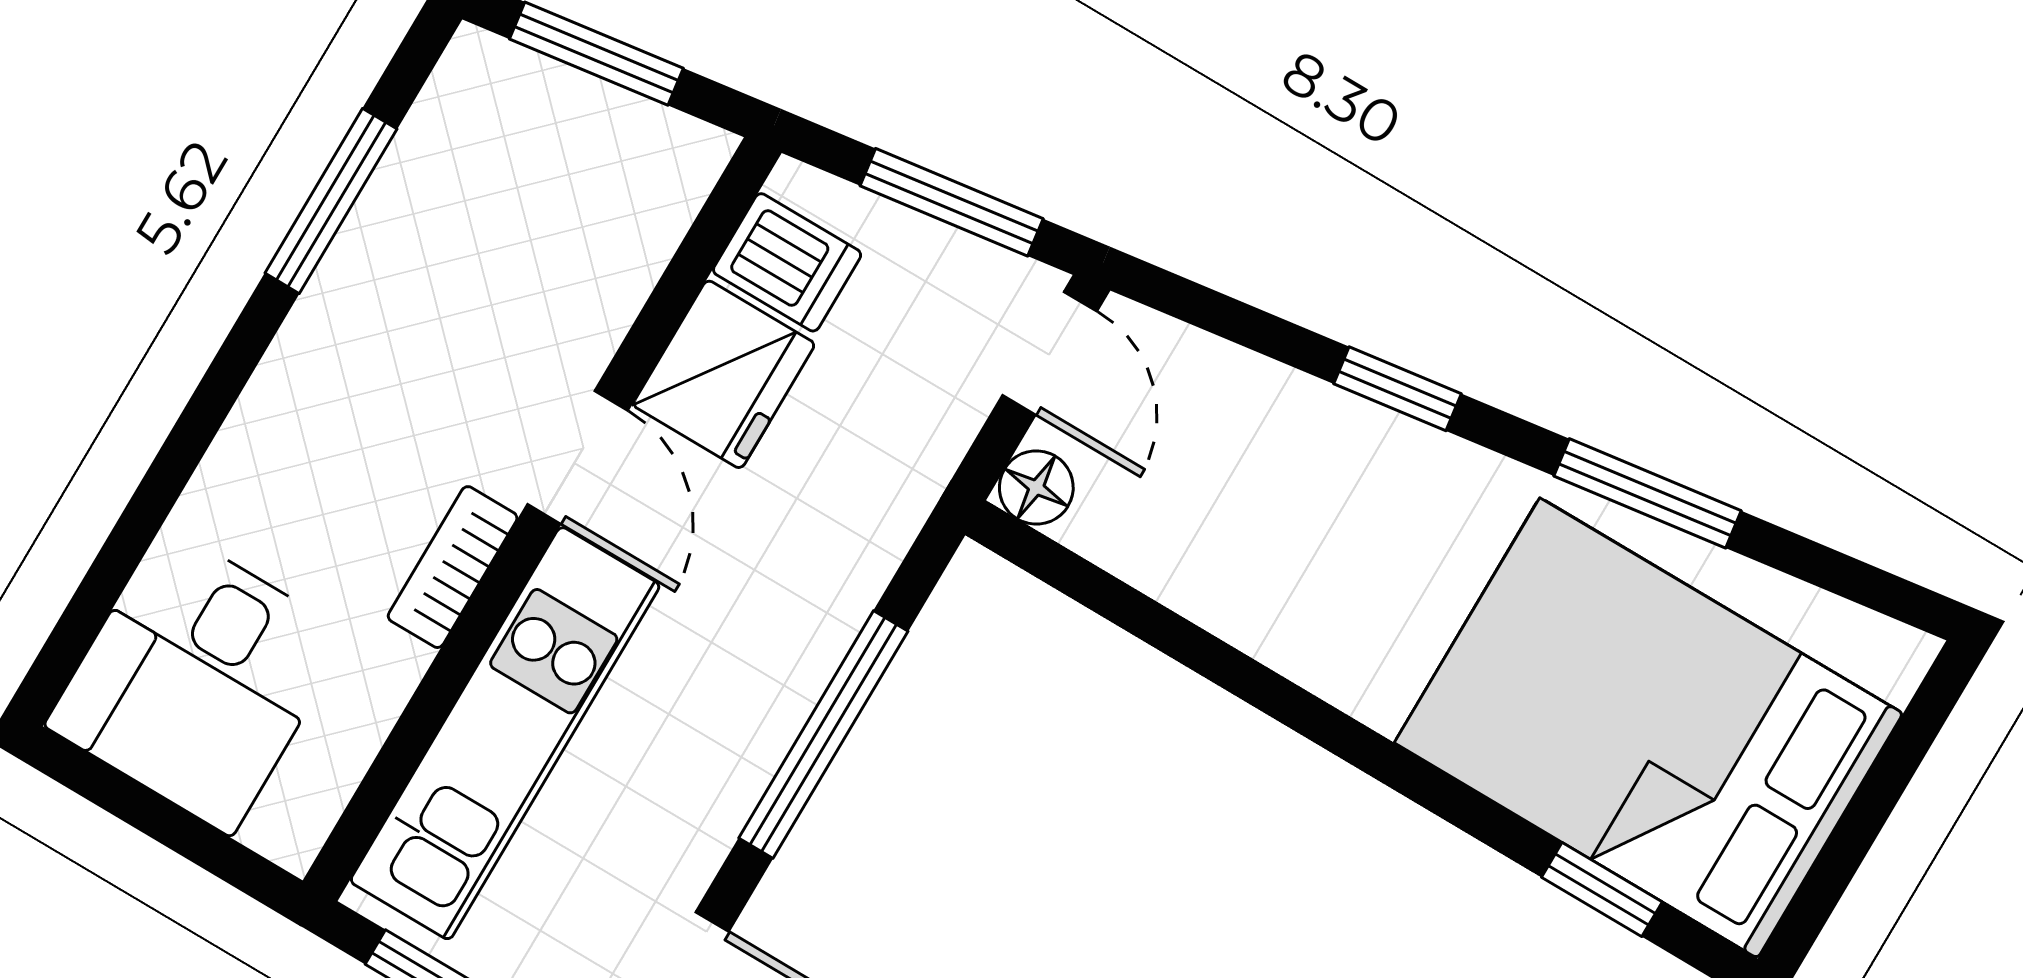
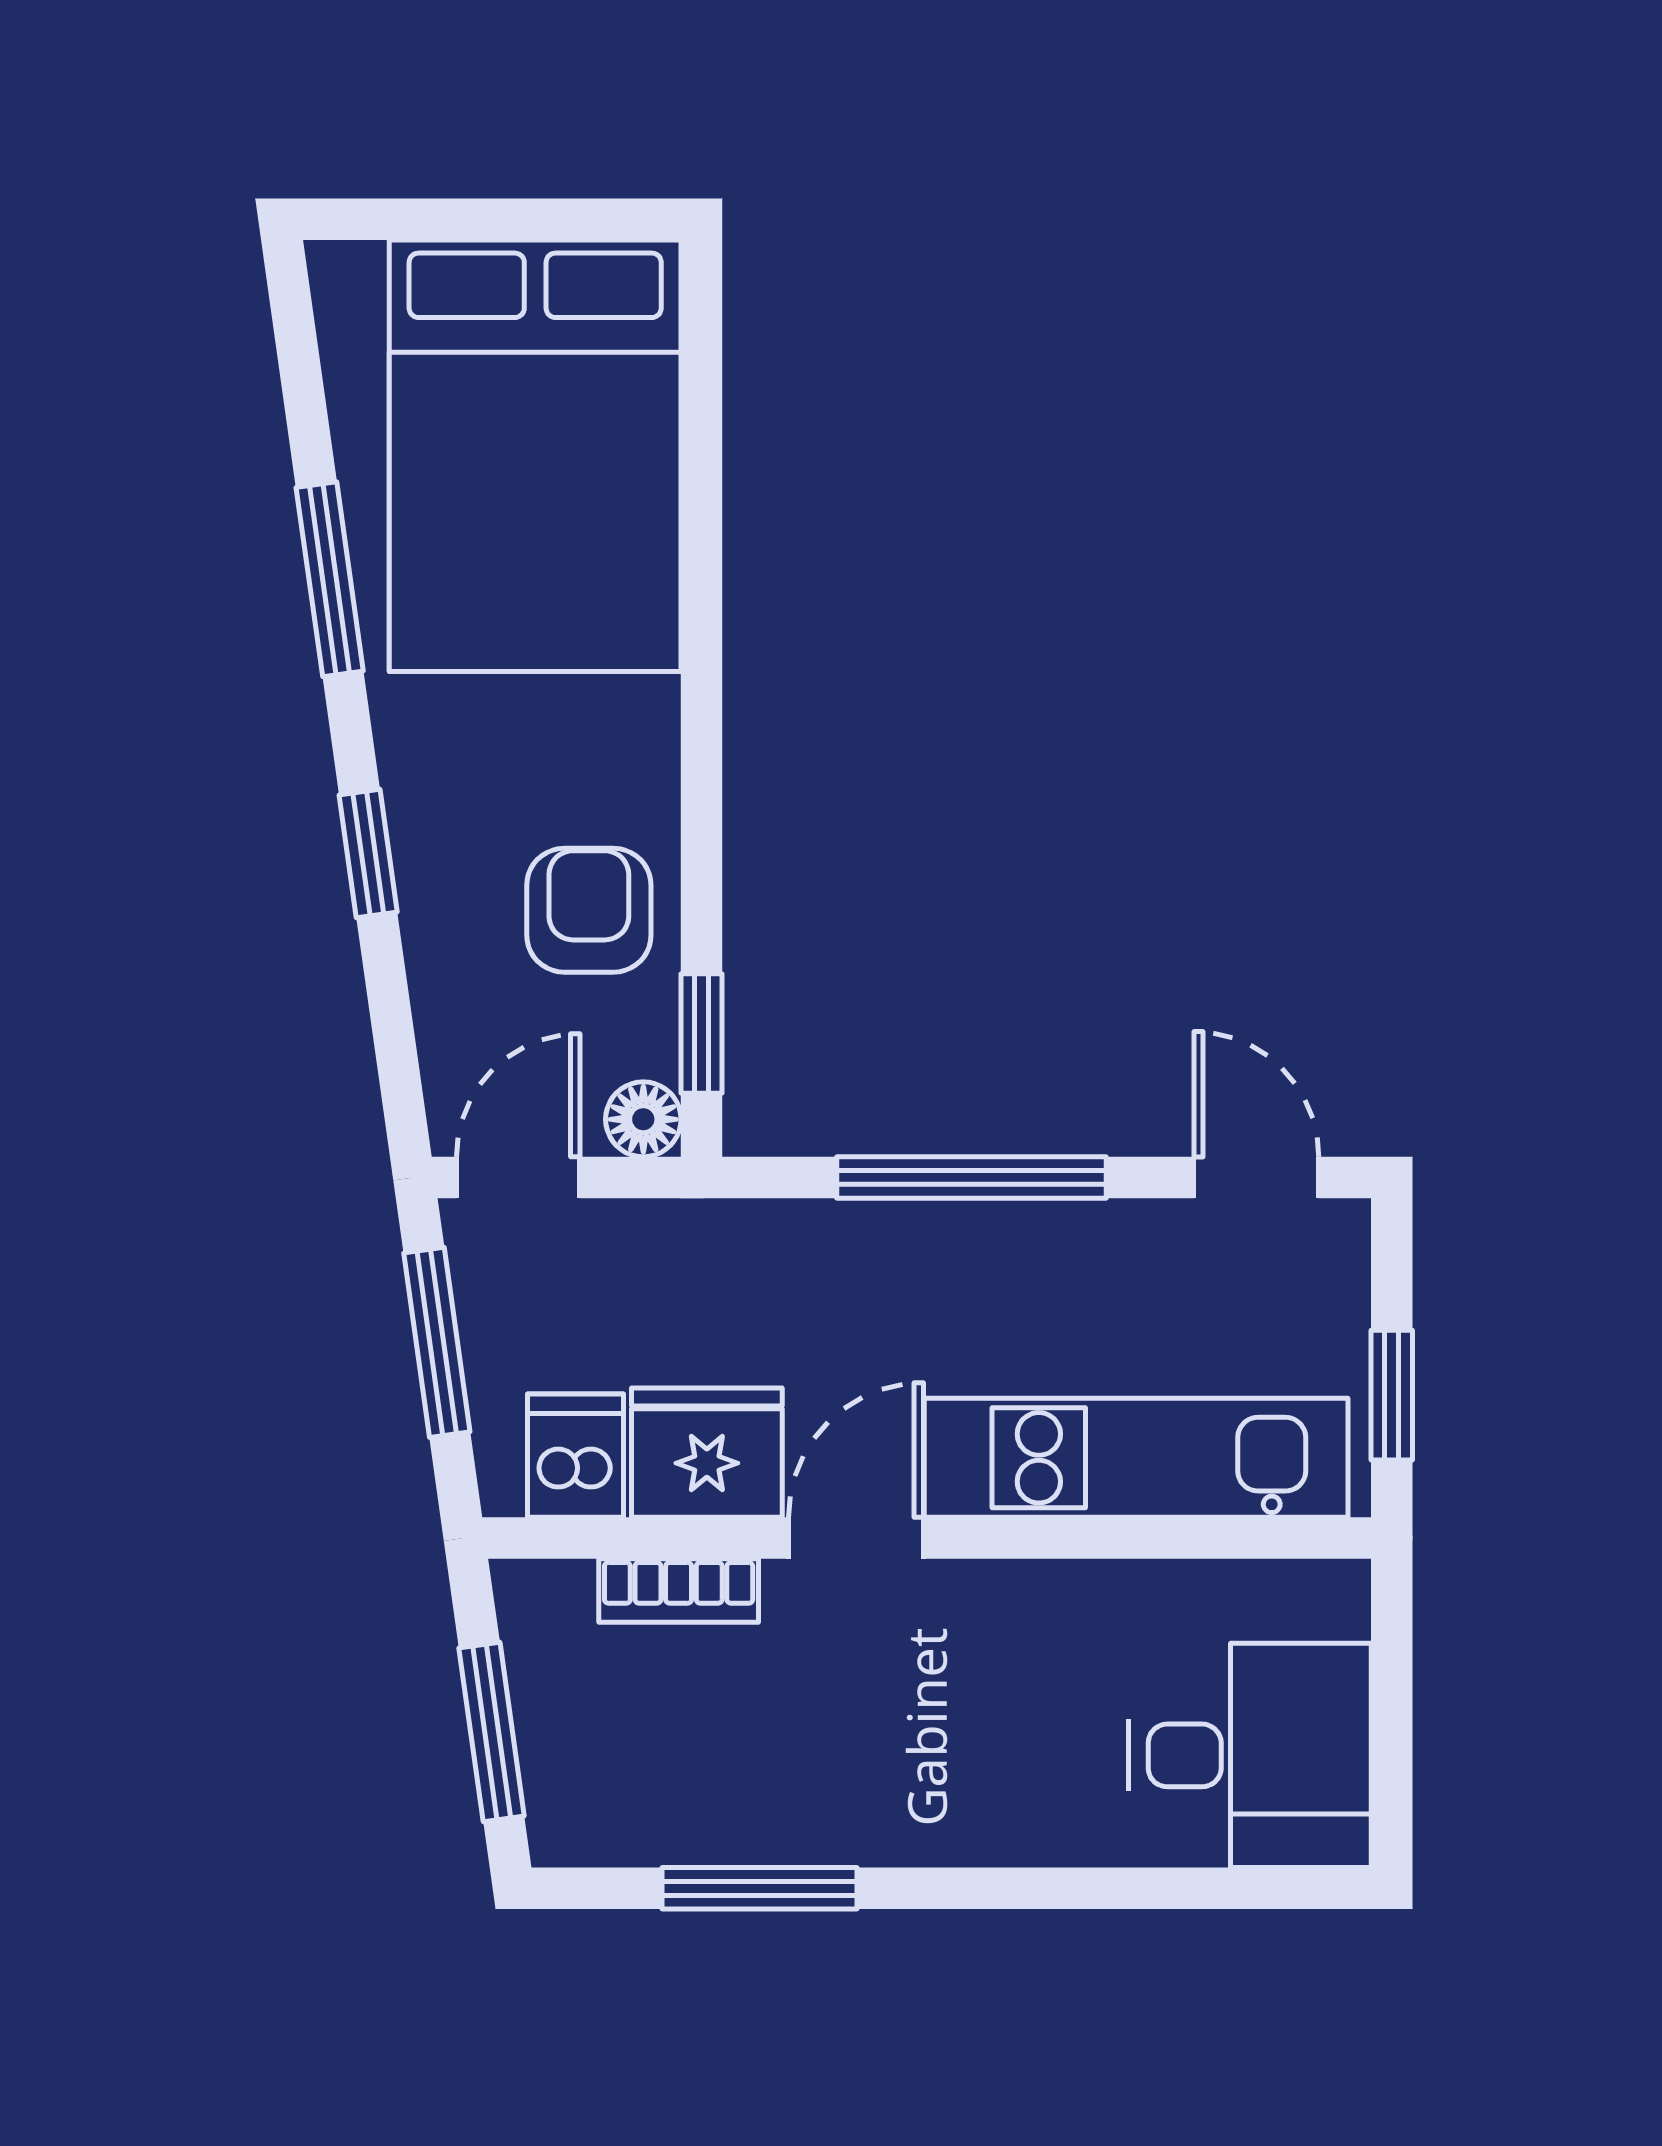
armchair: (1239, 546) -> (589, 910), added
bookcase: (453, 567) -> (679, 1591), moved
window: (1602, 890) -> (702, 1033), moved

